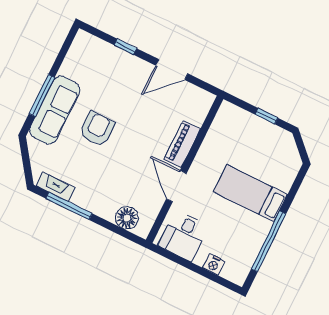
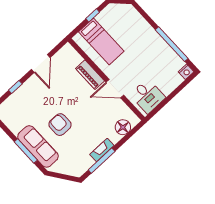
fireplace: (55, 187) -> (102, 150), moved
bed: (251, 193) -> (101, 42), moved, turned -90
nightstand: (214, 264) -> (186, 72), moved

